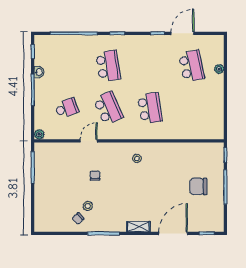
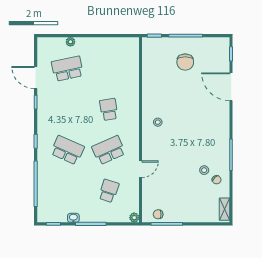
school desk: (108, 66) -> (67, 150), turned 33
school desk: (67, 108) -> (109, 191), turned 39
school desk: (150, 108) -> (109, 109), width x0.54
door: (89, 141) -> (141, 169), swing flipped
chair: (95, 176) -> (158, 214), moved
shelving: (138, 227) -> (224, 209), moved

